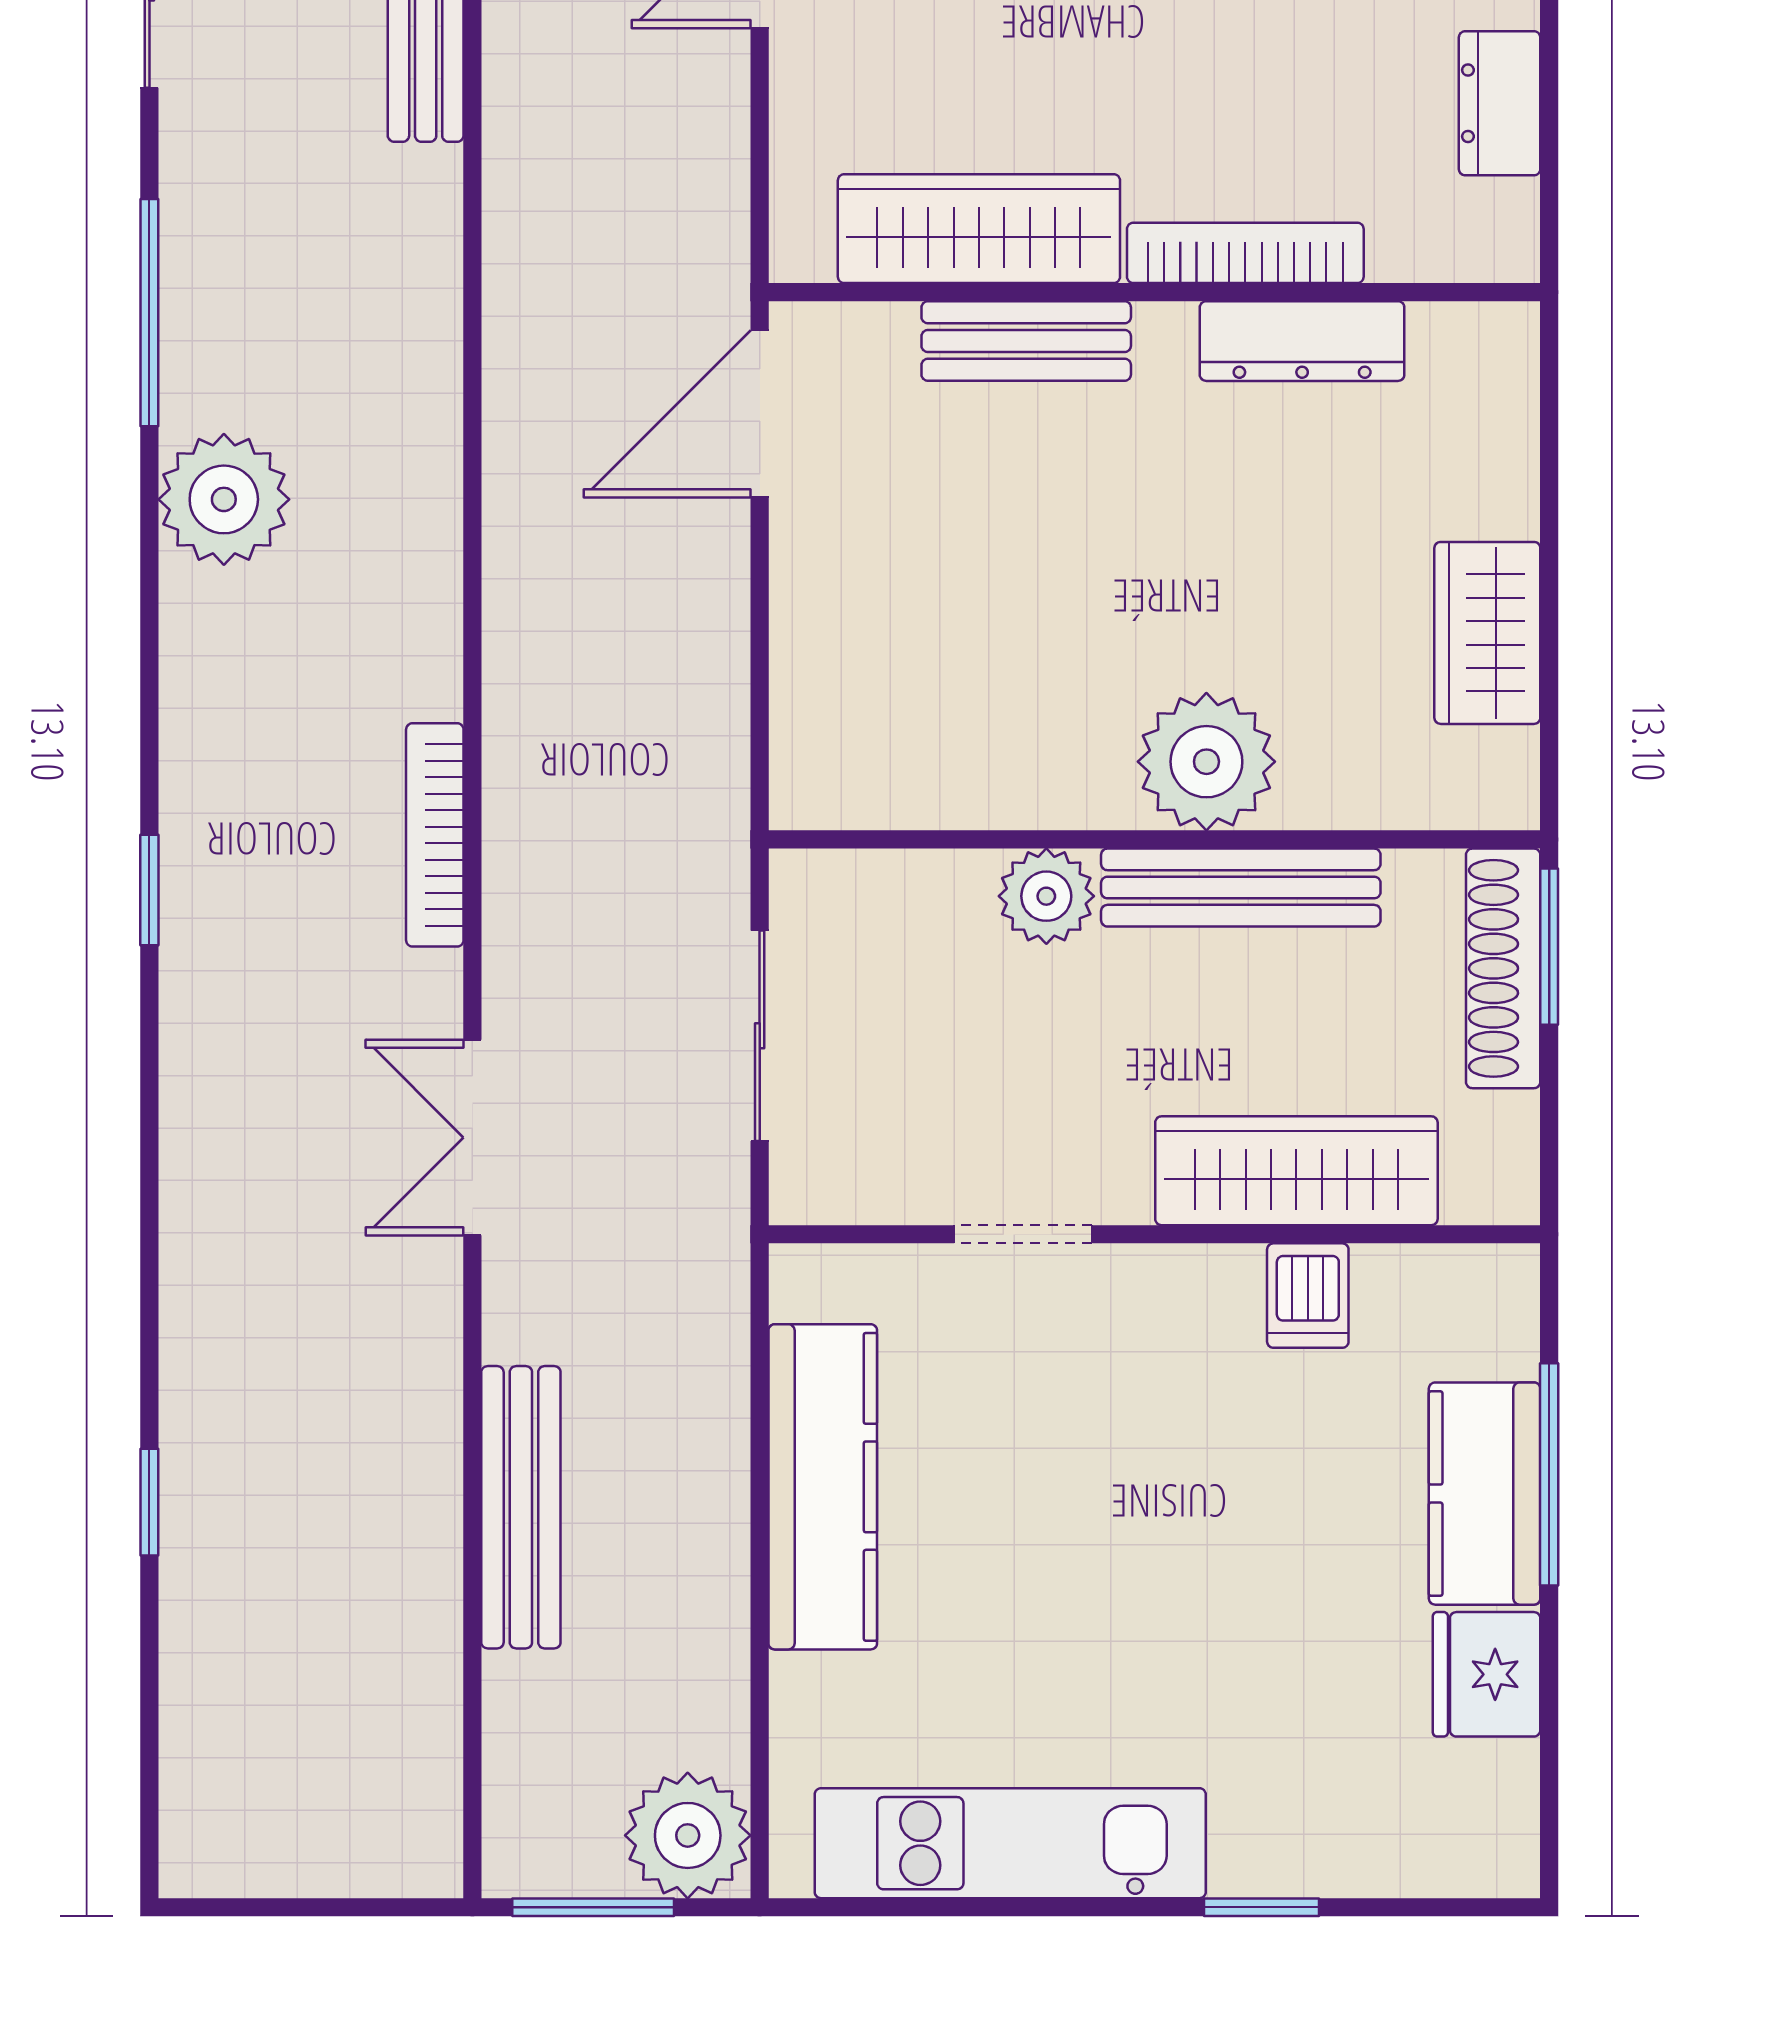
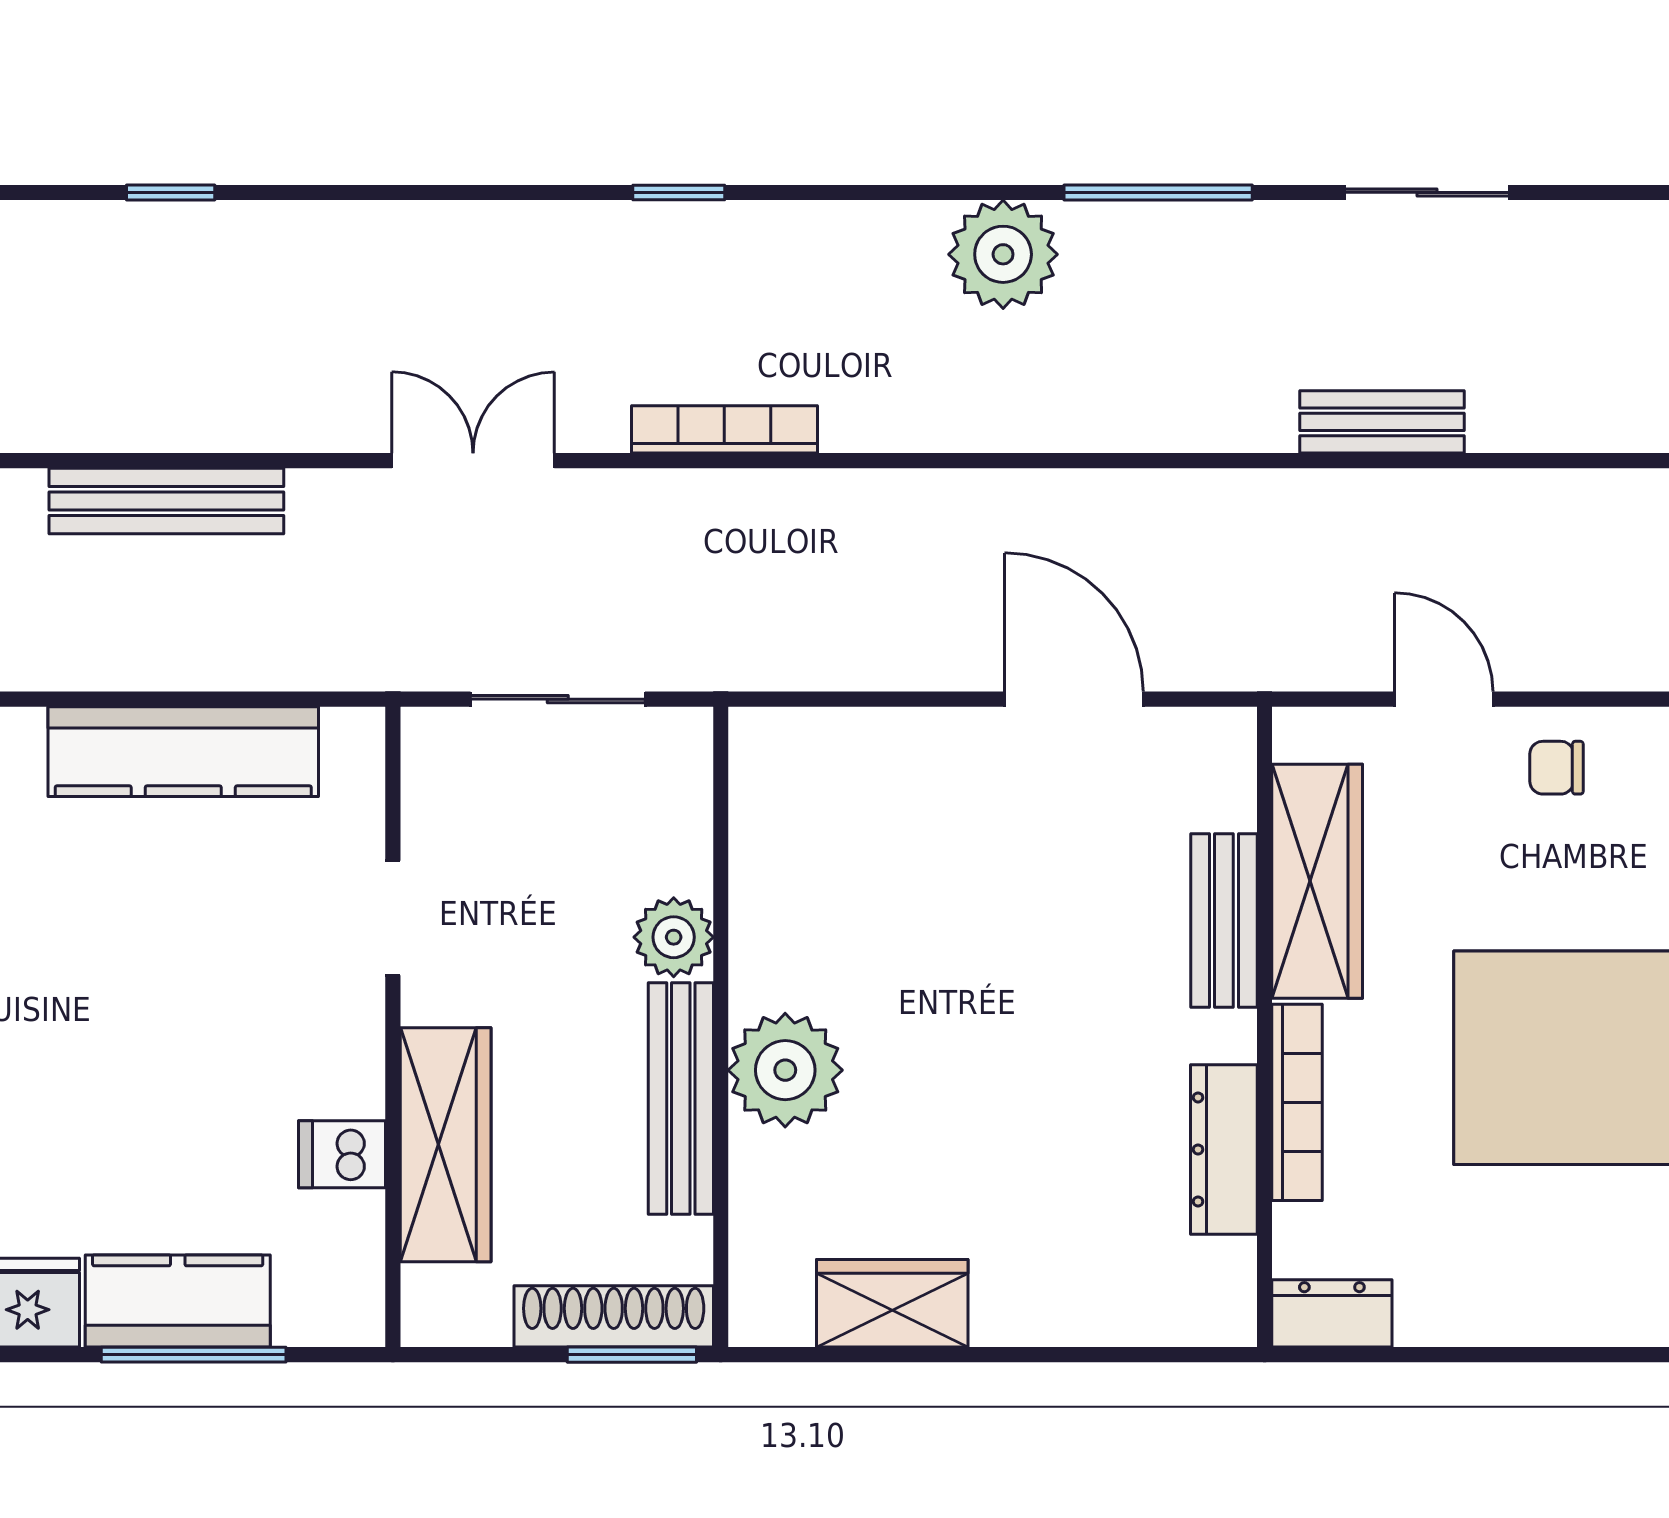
wardrobe: (979, 229) -> (1317, 881), moved
bookcase: (1245, 253) -> (1297, 1102), moved
wall: (1154, 292) -> (1265, 1027), moved
bench: (1026, 341) -> (1224, 920), moved
dresser: (1302, 341) -> (1224, 1149), moved

